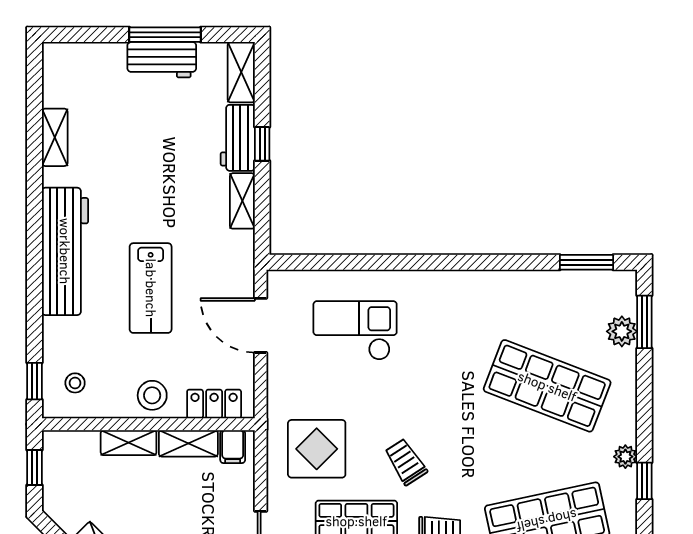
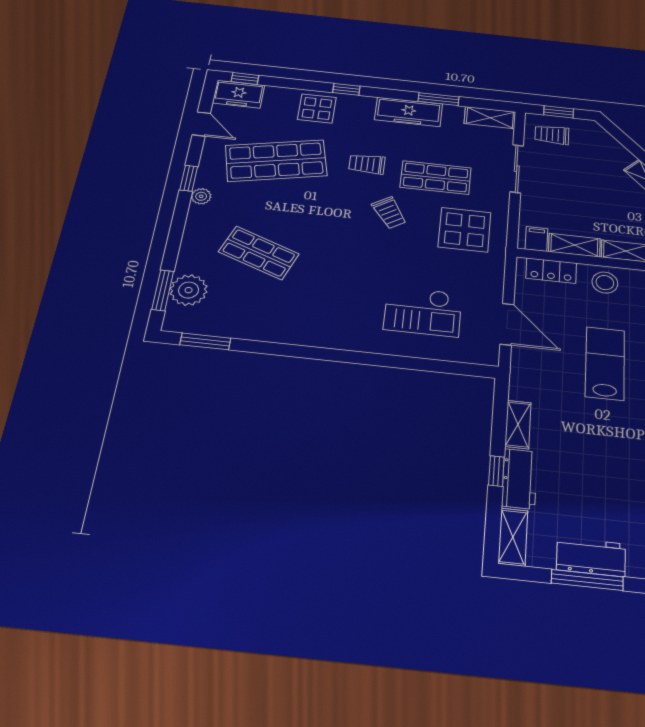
plant: (622, 331) -> (189, 290), width x1.36, depth x1.36
shop shelf: (547, 386) -> (259, 253), width x0.70, depth x0.74

